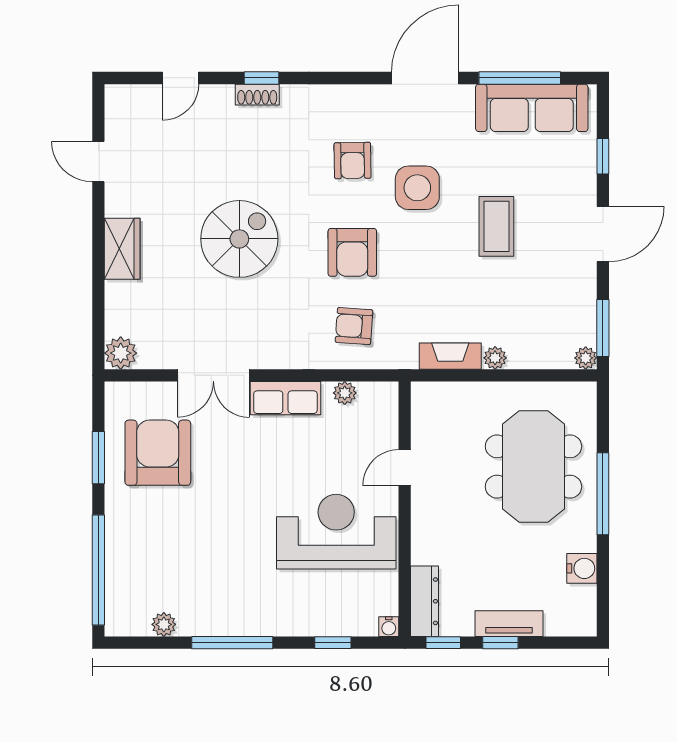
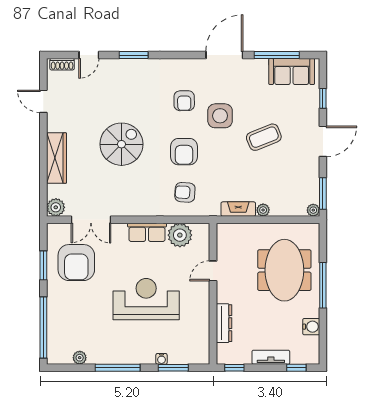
window: (261, 78) -> (134, 55), width x1.50
shoe rack: (257, 95) -> (62, 64), moved
sofa: (532, 108) -> (292, 72), width x0.73
coffee table: (496, 226) -> (264, 137), turned 68
wardrobe: (122, 249) -> (57, 158), width x1.50
double door: (213, 375) -> (91, 220), moved
plant: (345, 393) -> (180, 235), width x1.87, depth x1.87
armchair: (158, 453) -> (76, 263), turned 180
reception desk: (336, 532) -> (146, 299), moved
dresser: (425, 601) -> (224, 323), moved
water cooler: (389, 627) -> (161, 359), moved
window: (333, 643) -> (173, 368), width x1.50
window: (500, 643) -> (296, 368), moved

